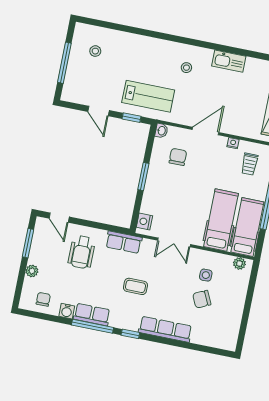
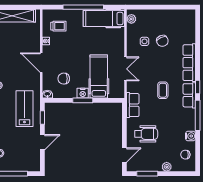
hospital bed: (221, 220) -> (99, 77), moved, turned 90
nightstand: (144, 222) -> (83, 93), moved
row of seats: (92, 315) -> (189, 95), moved

